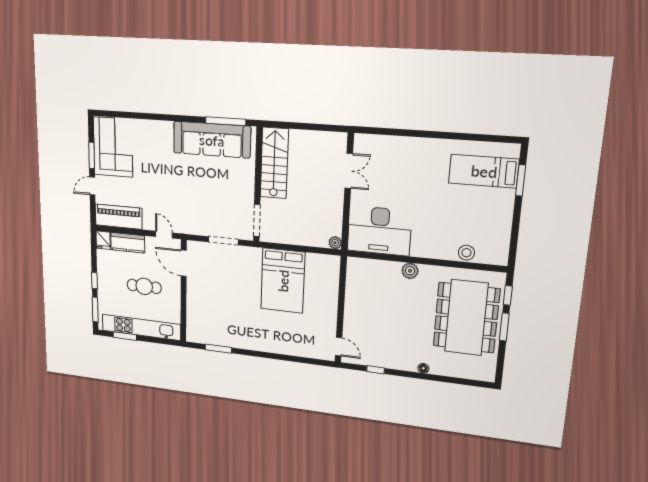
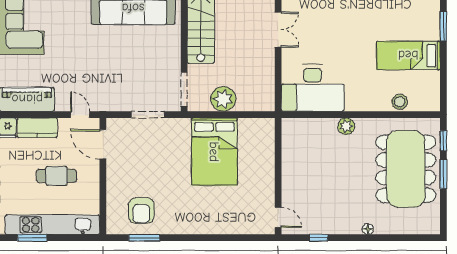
bed: (484, 171) -> (408, 55), moved
plant: (335, 243) -> (223, 99), moved, width x1.88, depth x1.88
armchair: (216, 325) -> (141, 211), added

